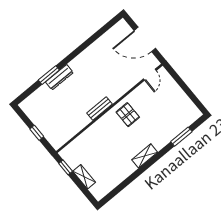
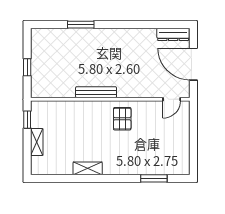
dresser: (59, 77) -> (173, 34), moved
bench: (100, 109) -> (96, 92), width x1.36
shelving: (145, 156) -> (88, 168), moved

